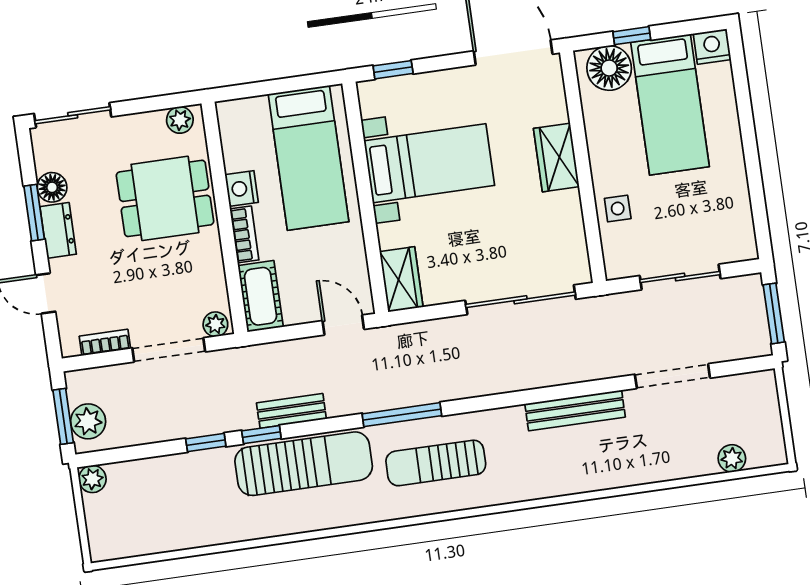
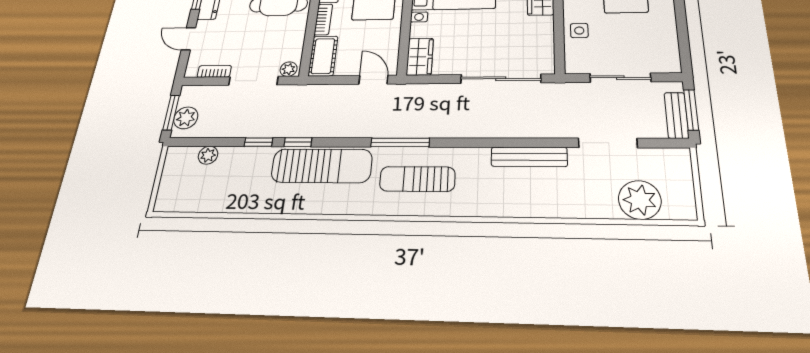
bench: (291, 411) -> (676, 115), moved, turned 90
plant: (732, 458) -> (640, 200), width x1.87, depth x1.87
plant: (92, 479) -> (208, 155), moved

